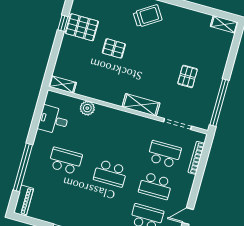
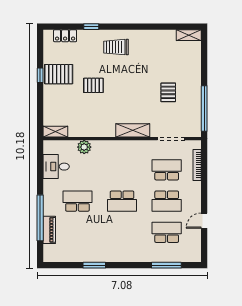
trolley: (148, 16) -> (116, 47), turned -147
piano: (24, 201) -> (49, 230), moved

